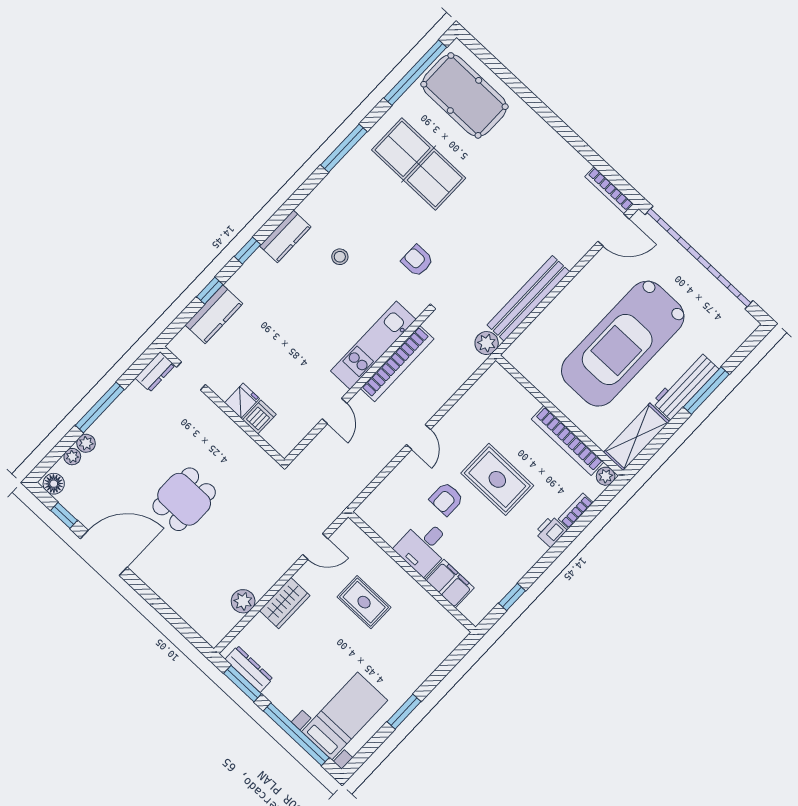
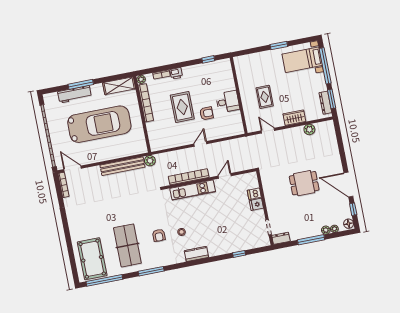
window: (248, 251) -> (214, 259), removed
armchair: (417, 261) -> (159, 235), moved
kitchen counter: (214, 314) -> (244, 244), removed
workbench: (685, 386) -> (75, 94), moved
filing cabinet: (449, 584) -> (228, 81), removed

